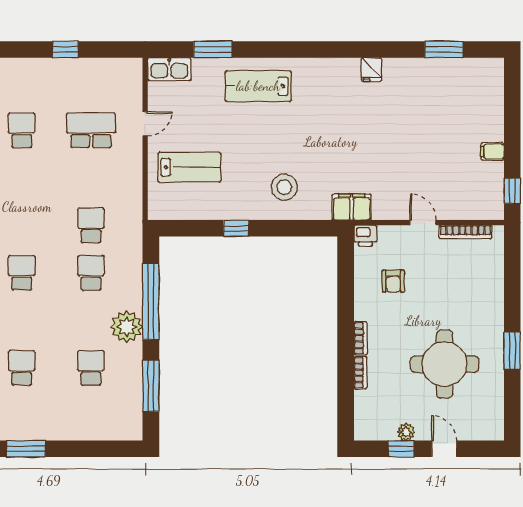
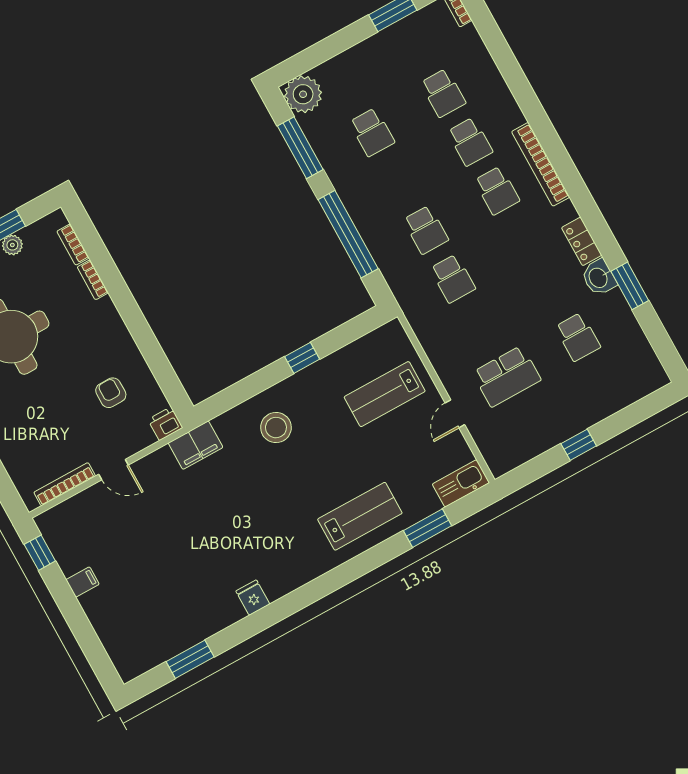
school desk: (22, 320) -> (470, 142), added
plant: (127, 327) -> (303, 94), moved
bookcase: (360, 338) -> (73, 245), moved

